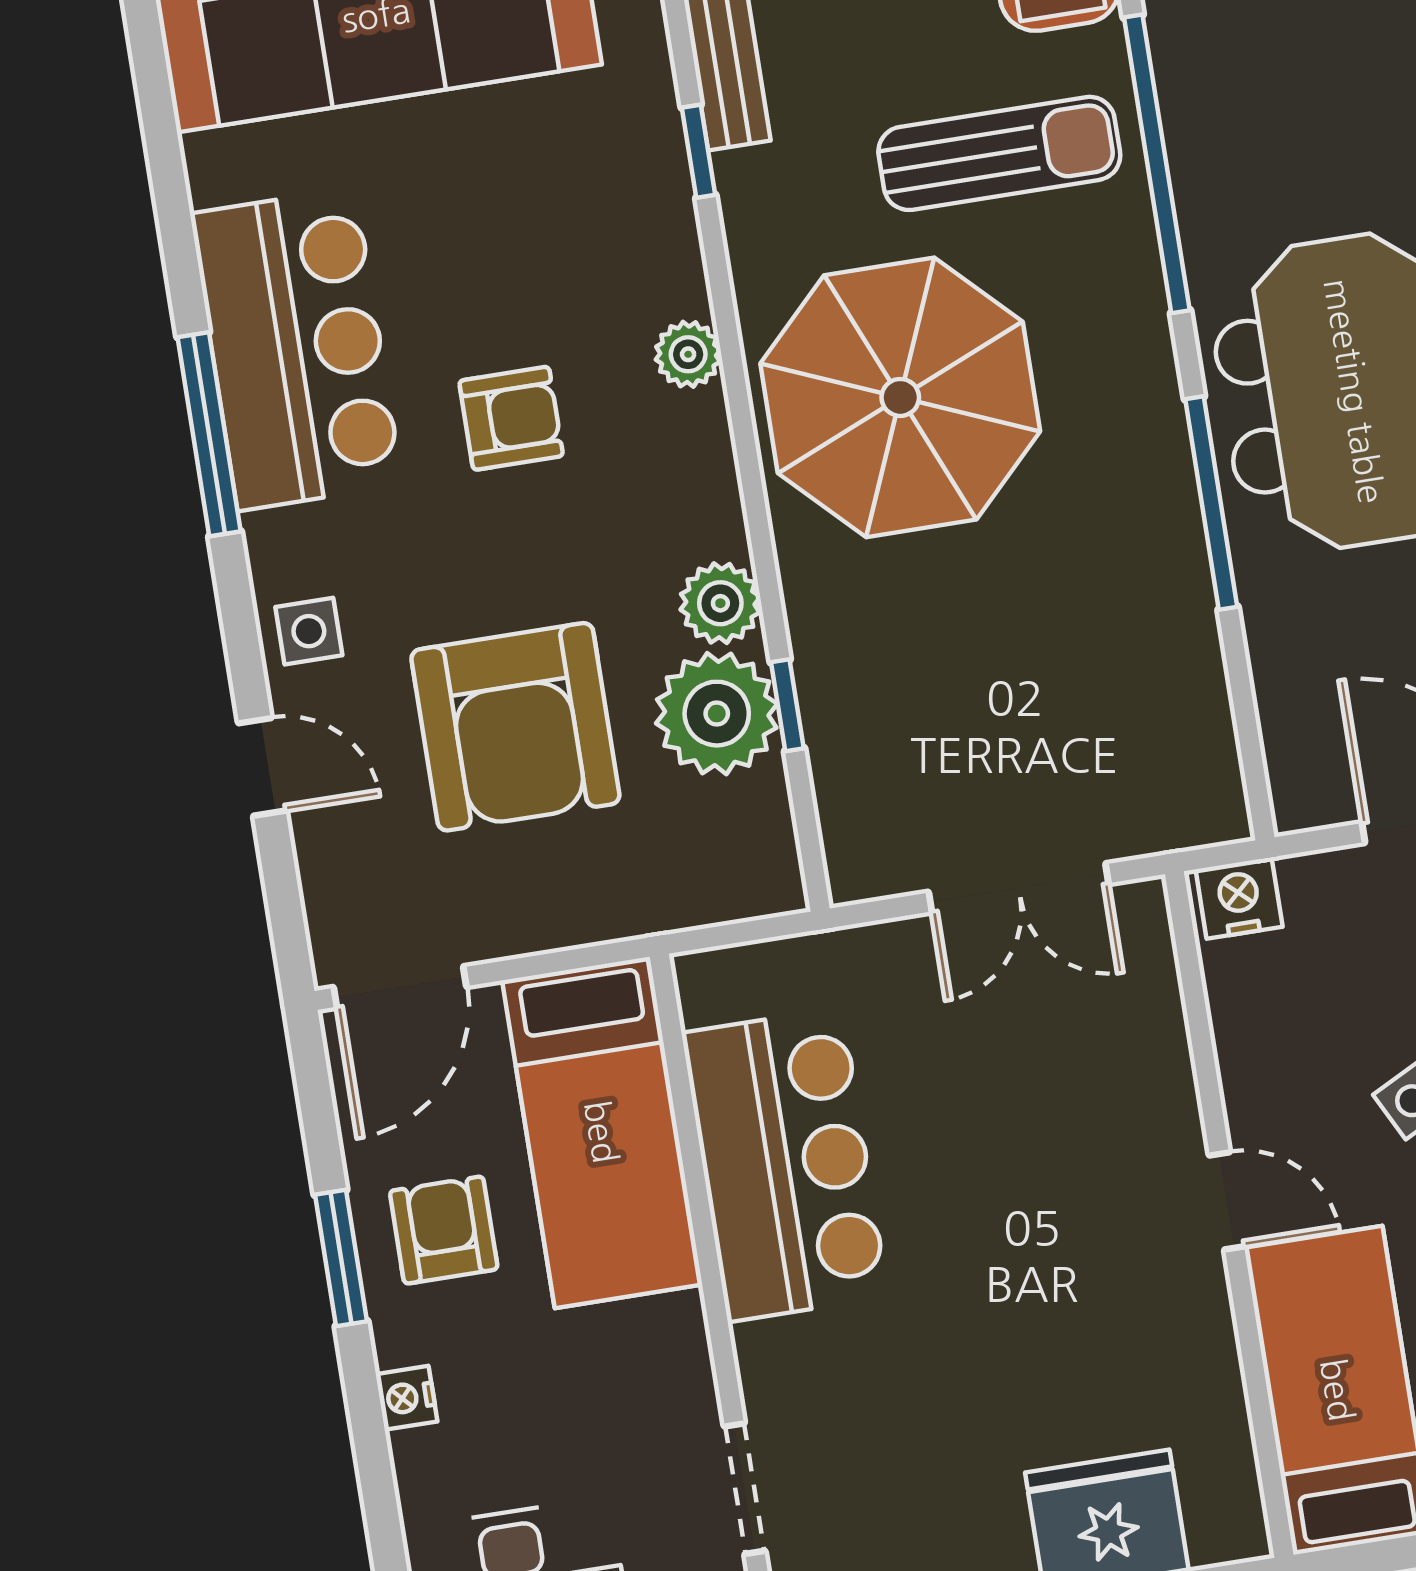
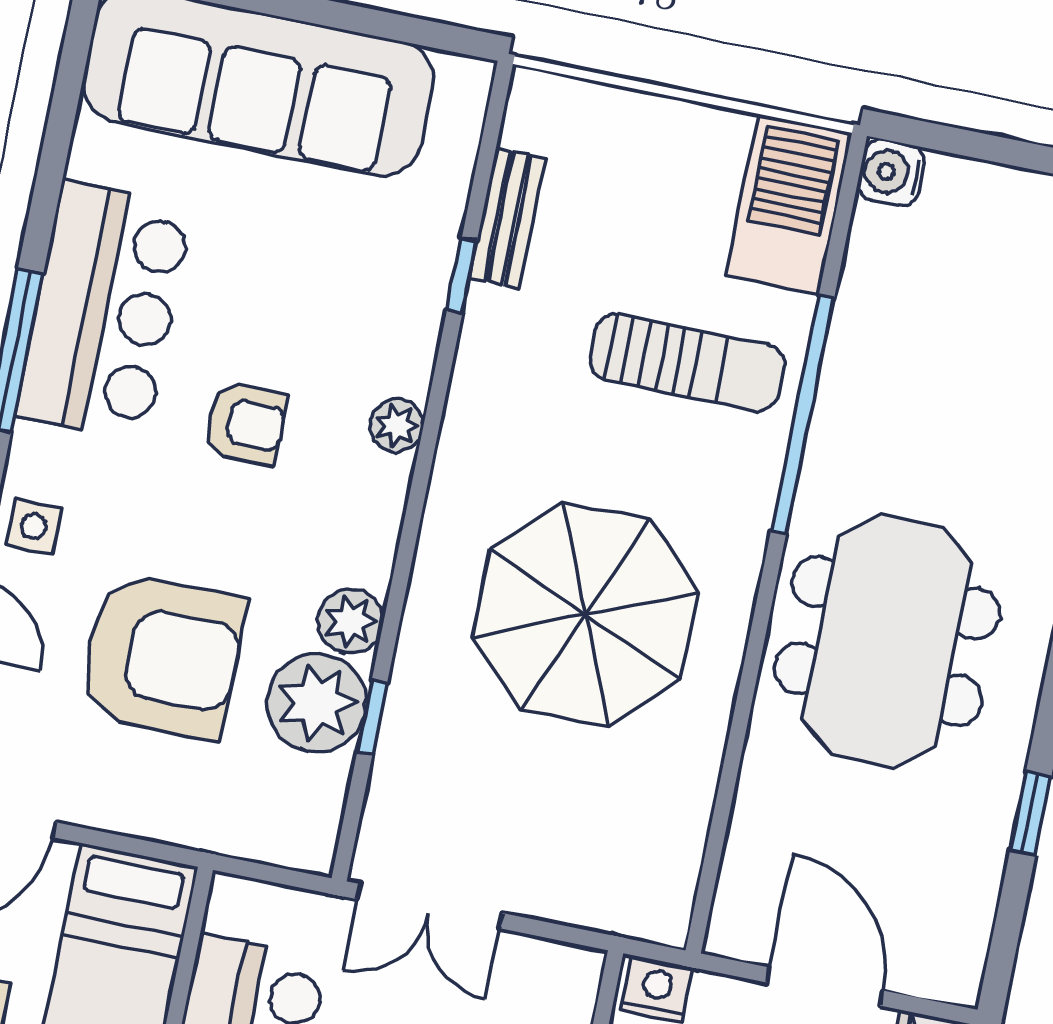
parasol: (900, 397) -> (586, 614), moved
window: (1211, 503) -> (748, 685), removed
armchair: (515, 727) -> (162, 656), turned -90
double door: (1019, 888) -> (430, 906), moved

